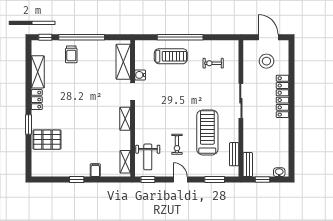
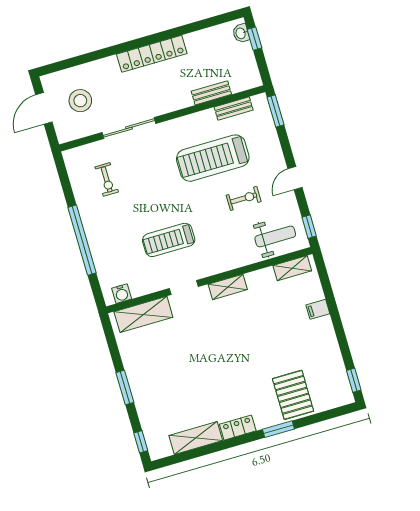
window: (82, 37) -> (125, 388), width x0.47
trolley: (71, 54) -> (155, 396), removed
treadmill: (171, 56) -> (169, 240), moved, turned -90
water cooler: (140, 75) -> (122, 294), moved
locker: (283, 96) -> (152, 54), moved
sliding door: (241, 101) -> (129, 128), moved
bench: (248, 165) -> (211, 93), moved
window: (77, 180) -> (354, 380), moved
window: (215, 180) -> (275, 111), moved
window: (263, 180) -> (254, 39), moved

